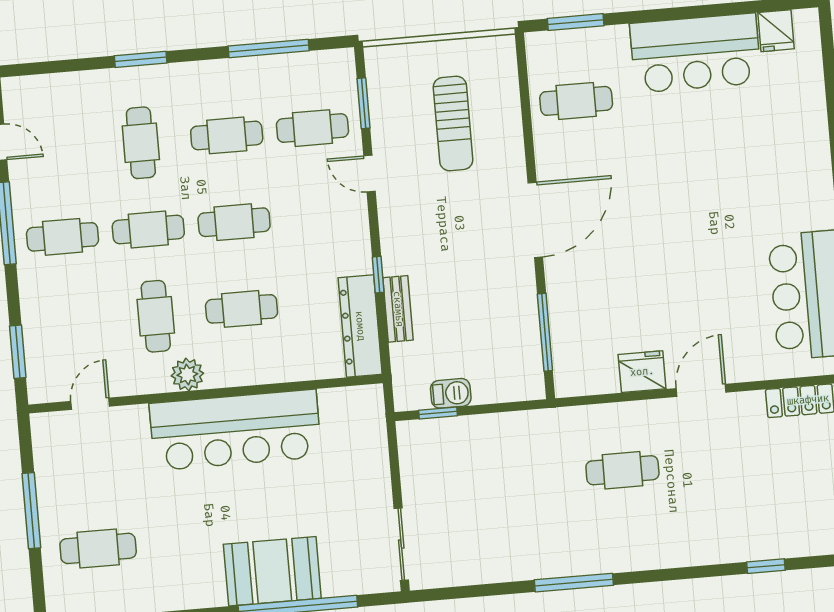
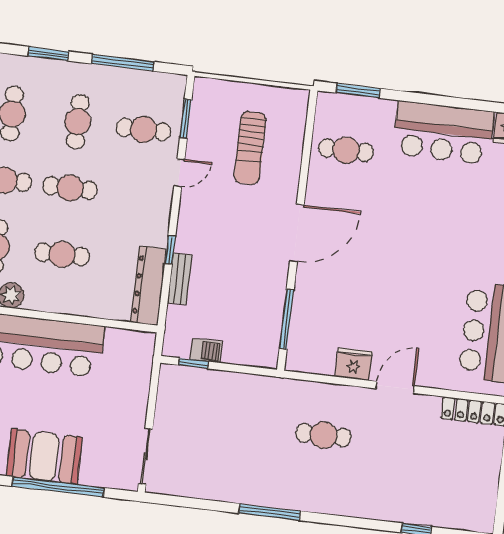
window: (141, 59) -> (48, 54), moved
cafe table: (227, 135) -> (78, 122), turned 90
door: (370, 174) -> (179, 173), swing flipped

